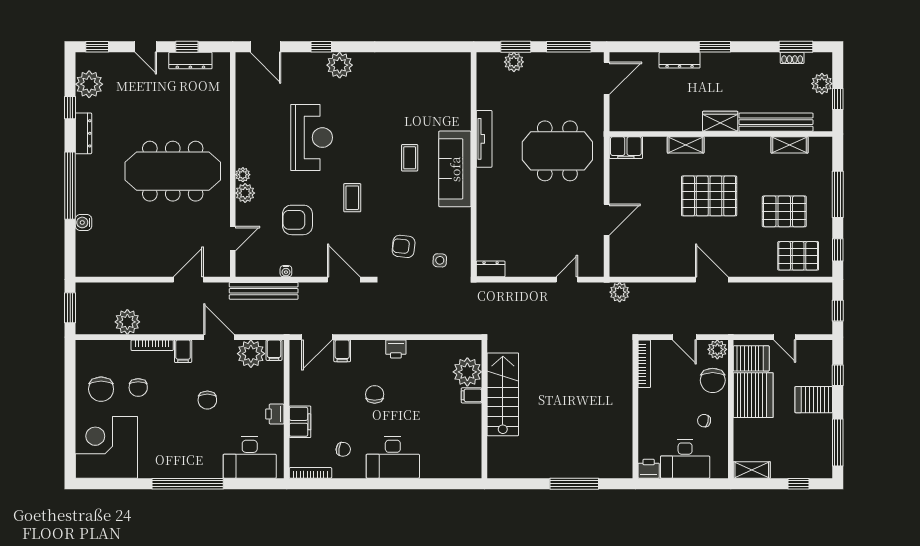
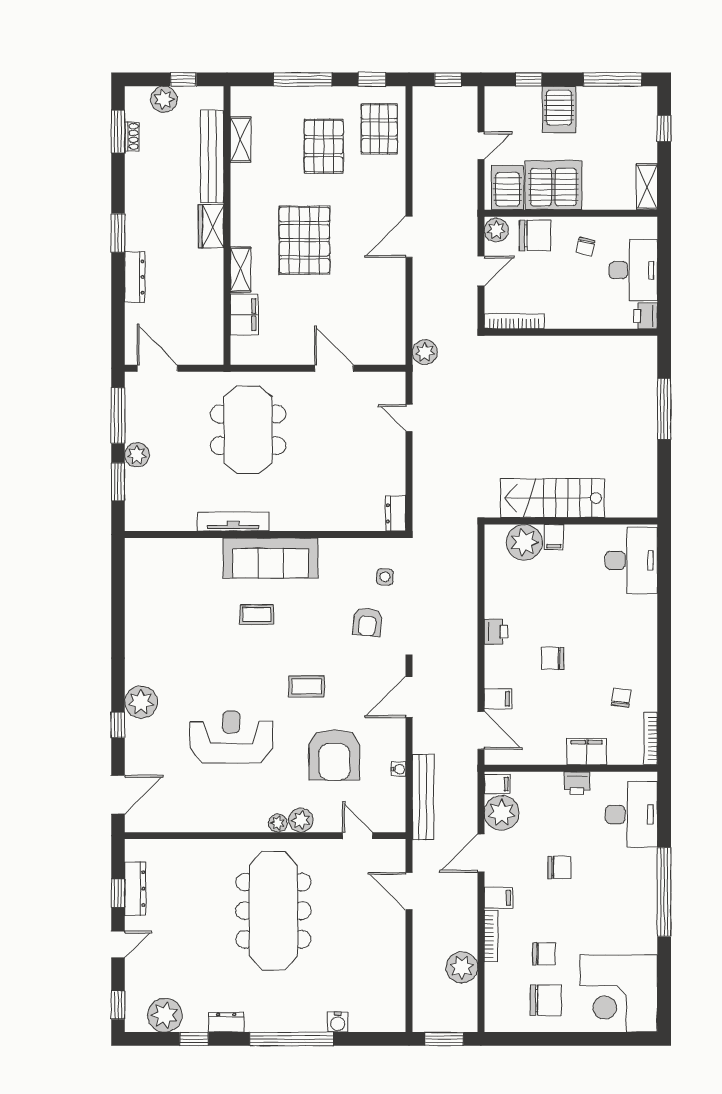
plant: (514, 62) -> (137, 455), moved
dresser: (83, 133) -> (226, 1022), width x0.70
filing cabinet: (626, 148) -> (244, 315), moved
armchair: (297, 220) -> (334, 755), width x1.36, depth x1.36
desk: (393, 457) -> (631, 560), moved

